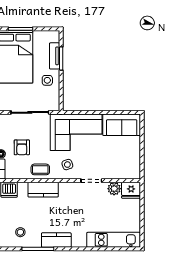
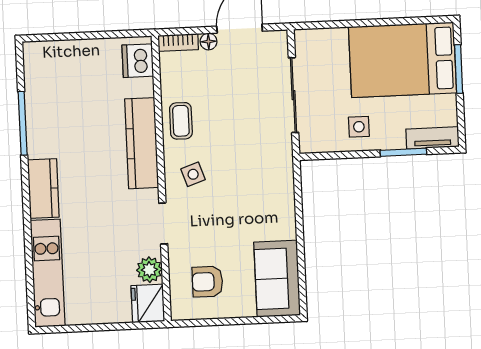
tv unit: (55, 56) -> (432, 138), moved
corner sofa: (76, 132) -> (258, 189), removed
armchair: (22, 147) -> (207, 282), moved
kitchen counter: (43, 190) -> (142, 143), width x1.50
stool: (20, 232) -> (54, 87), removed
kitchen counter: (56, 240) -> (43, 188), moved

